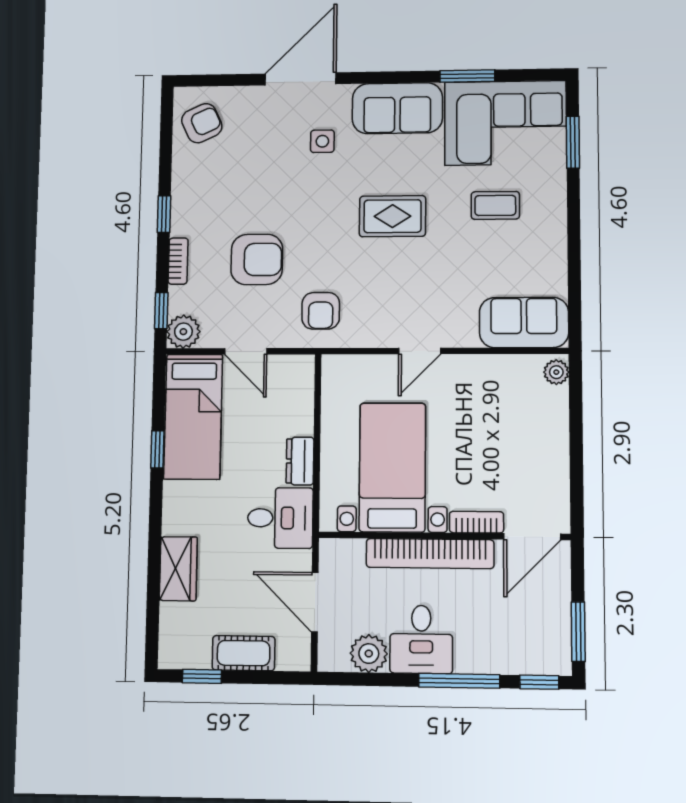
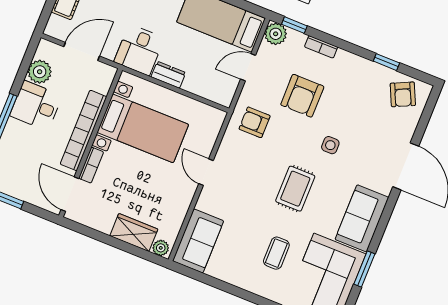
side table: (322, 141) -> (330, 145), moved
window: (164, 214) -> (386, 62), moved
wardrobe: (550, 420) -> (134, 232), added

